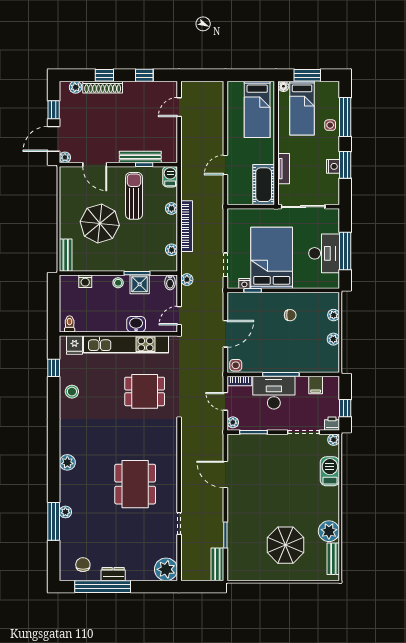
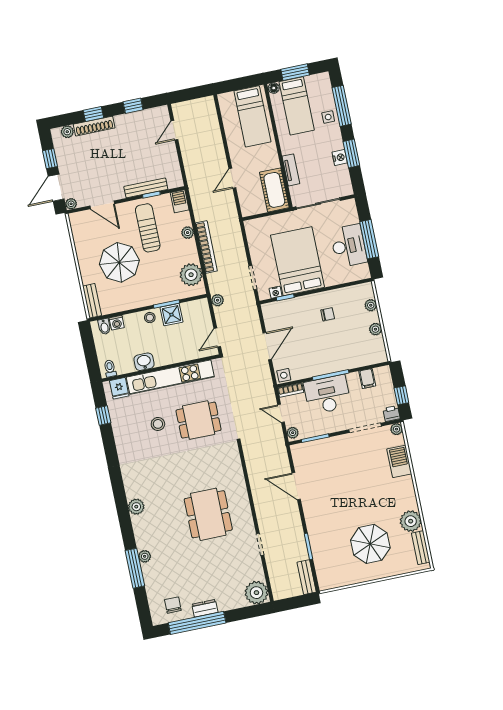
plant: (172, 250) -> (191, 275), width x1.88, depth x1.88
bidet: (170, 282) -> (104, 327), moved
washbasin: (136, 324) -> (144, 362), moved
stool: (72, 392) -> (158, 424), moved

